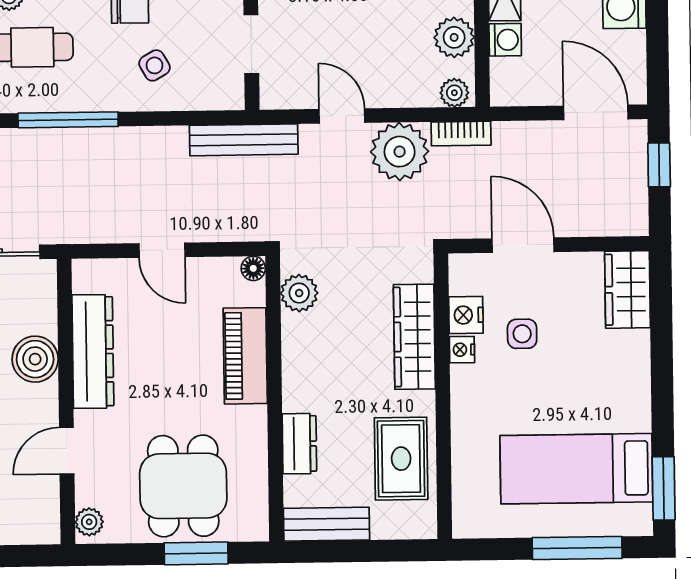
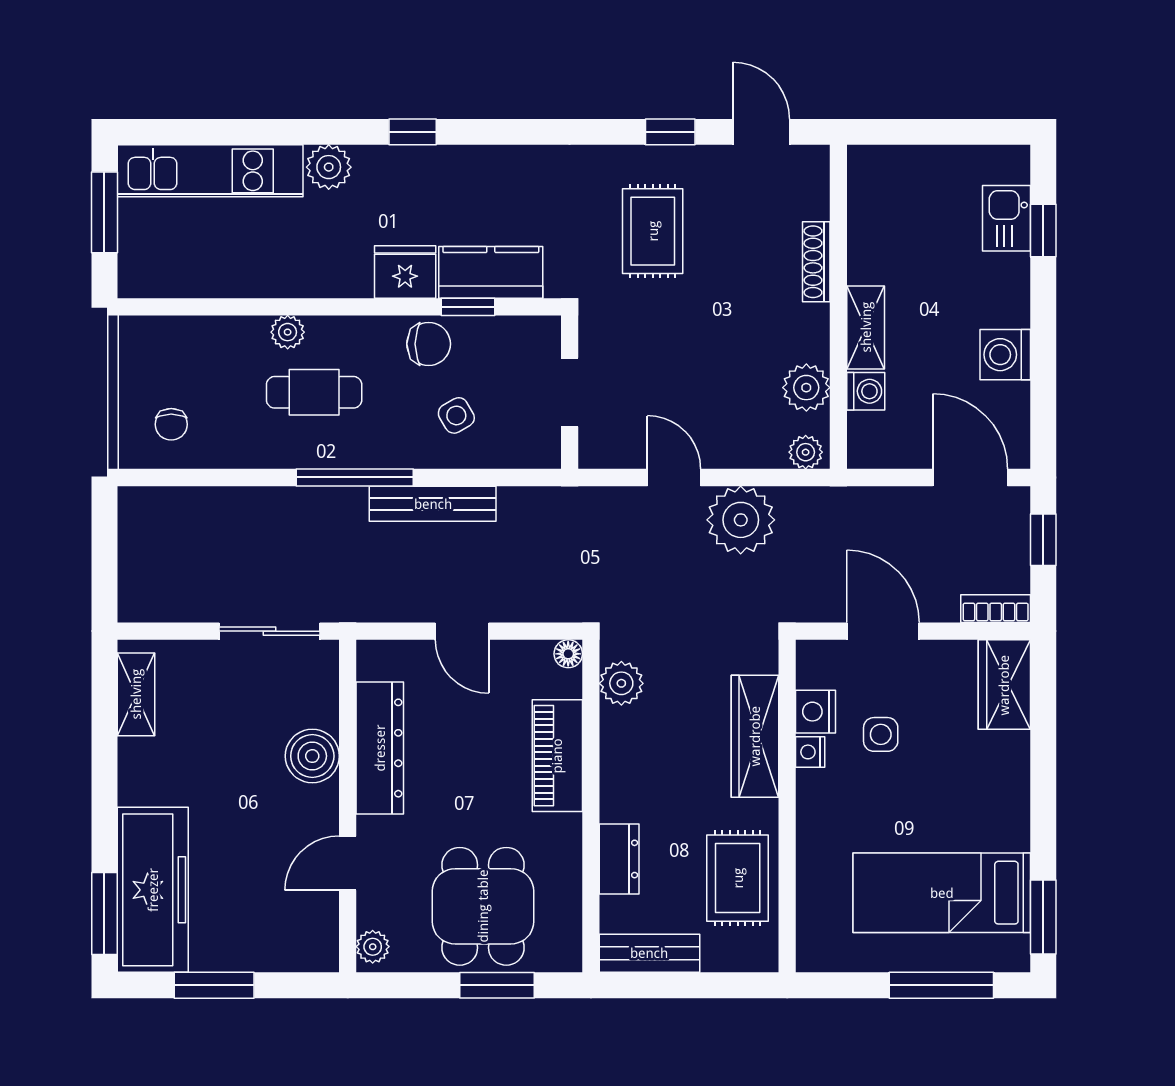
bookcase: (461, 134) -> (996, 609), moved, turned 180
bench: (244, 140) -> (433, 504), moved

